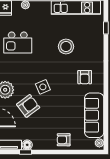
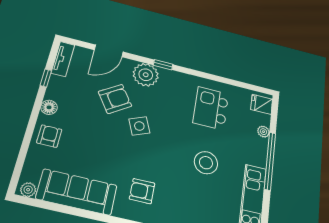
stool: (66, 47) -> (206, 163), moved
armchair: (28, 106) -> (115, 99), turned -87
floor lamp: (27, 145) -> (49, 107), moved

